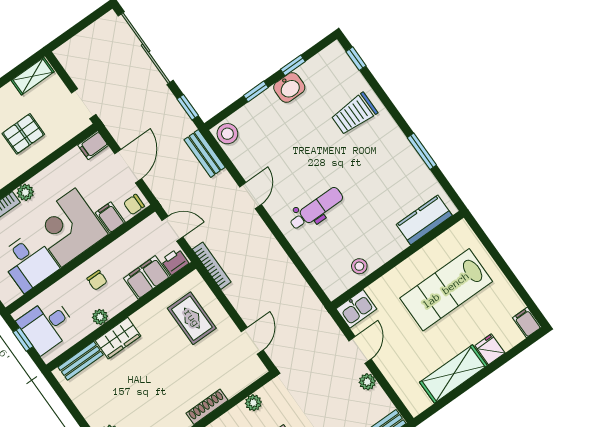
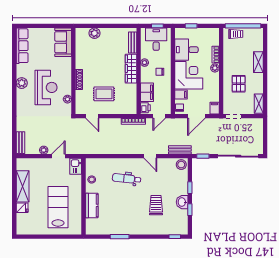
trolley: (354, 114) -> (156, 205), moved
door: (128, 166) -> (196, 116), hinge flipped
dental chair: (316, 209) -> (127, 179), turned 96
kitchen counter: (424, 220) -> (92, 205), moved
rug: (192, 318) -> (104, 94), moved
filing cabinet: (527, 322) -> (22, 230), removed
wardrobe: (118, 338) -> (131, 69), width x1.50
door: (360, 350) -> (58, 156), swing flipped

